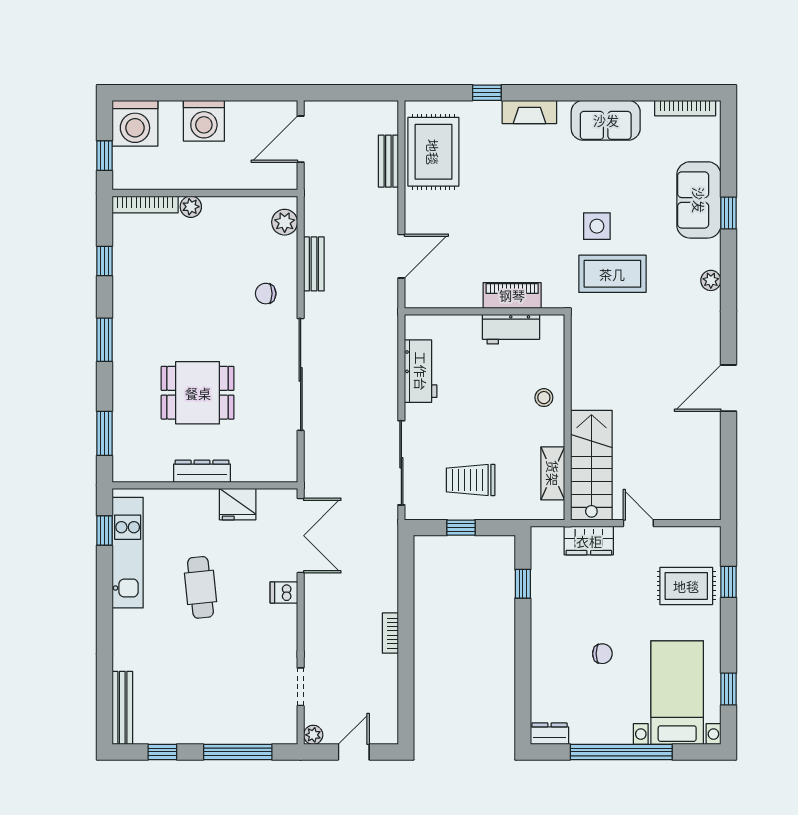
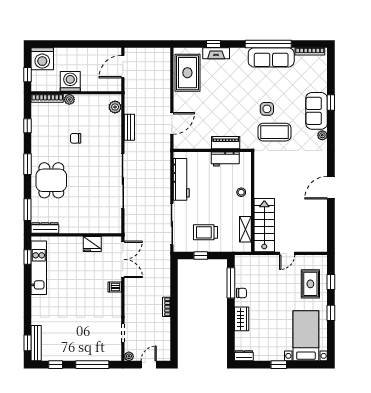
window: (599, 93) -> (268, 44), added
fireplace: (529, 112) -> (216, 53), moved
sofa: (606, 120) -> (271, 57), width x1.36
washing machine: (204, 121) -> (70, 81), moved, turned 180
bench: (388, 161) -> (166, 77), removed
sofa: (699, 200) -> (317, 111), moved
chair: (266, 294) -> (76, 138), moved
workbench: (421, 371) -> (181, 179), width x1.38
dining table: (198, 393) -> (51, 180), moved, turned 90
dresser: (202, 471) -> (45, 228), moved
door: (638, 523) -> (287, 253), swing flipped
wardrobe: (589, 541) -> (242, 319), moved, turned -90
window: (523, 584) -> (231, 283), width x2.17
rug: (686, 586) -> (310, 284), turned 90
cafe table: (200, 587) -> (74, 285), removed
chair: (602, 654) -> (241, 293), moved
window: (728, 689) -> (331, 313), moved
window: (104, 707) -> (27, 343), added
window: (621, 752) -> (279, 365), width x0.32

